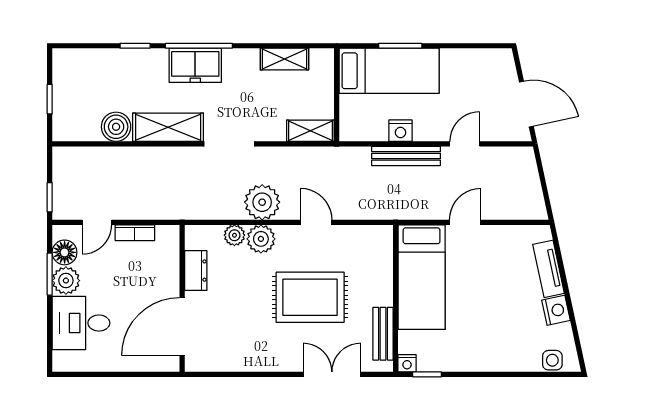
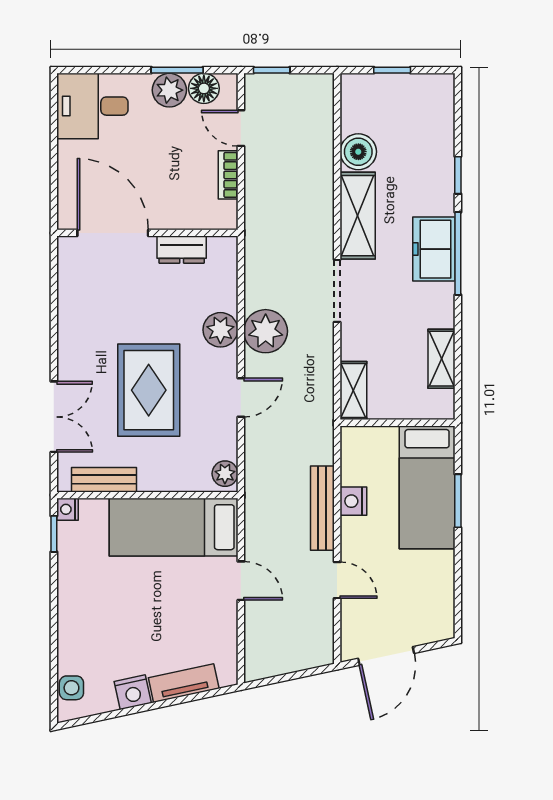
plant: (234, 235) -> (225, 474), moved
desk: (81, 323) -> (92, 106), moved, turned -90

